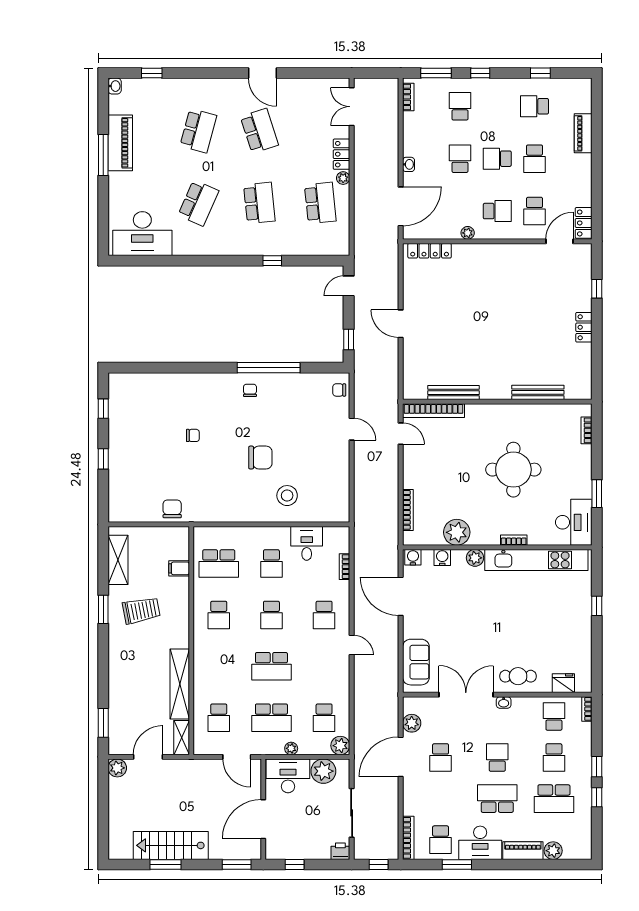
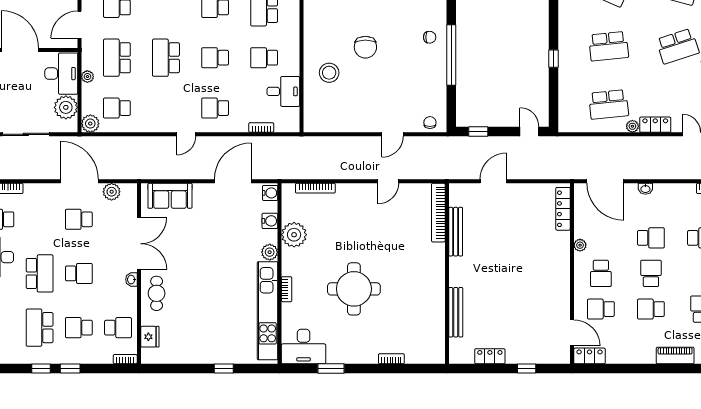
bench: (538, 392) -> (456, 312), moved
bench: (453, 393) -> (456, 232), moved
wall: (497, 402) -> (447, 273), moved
bookcase: (433, 411) -> (438, 213), moved

